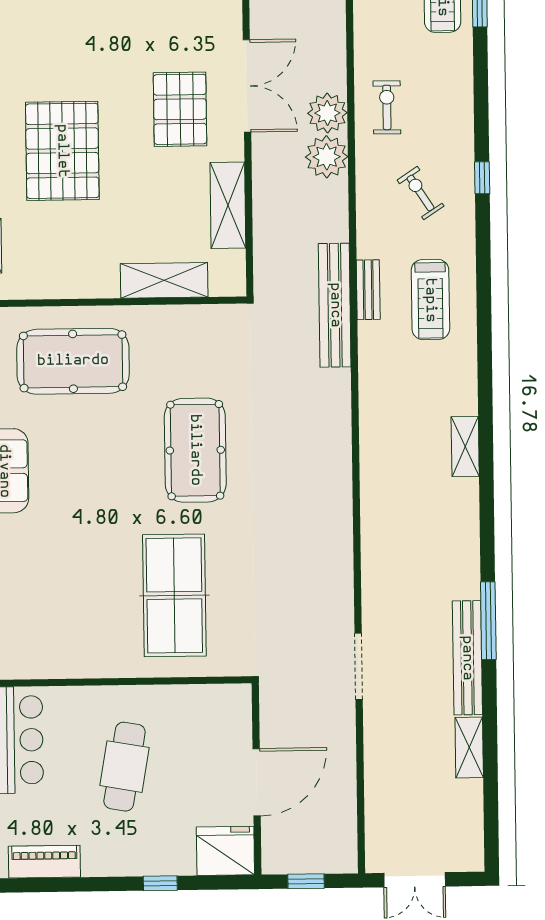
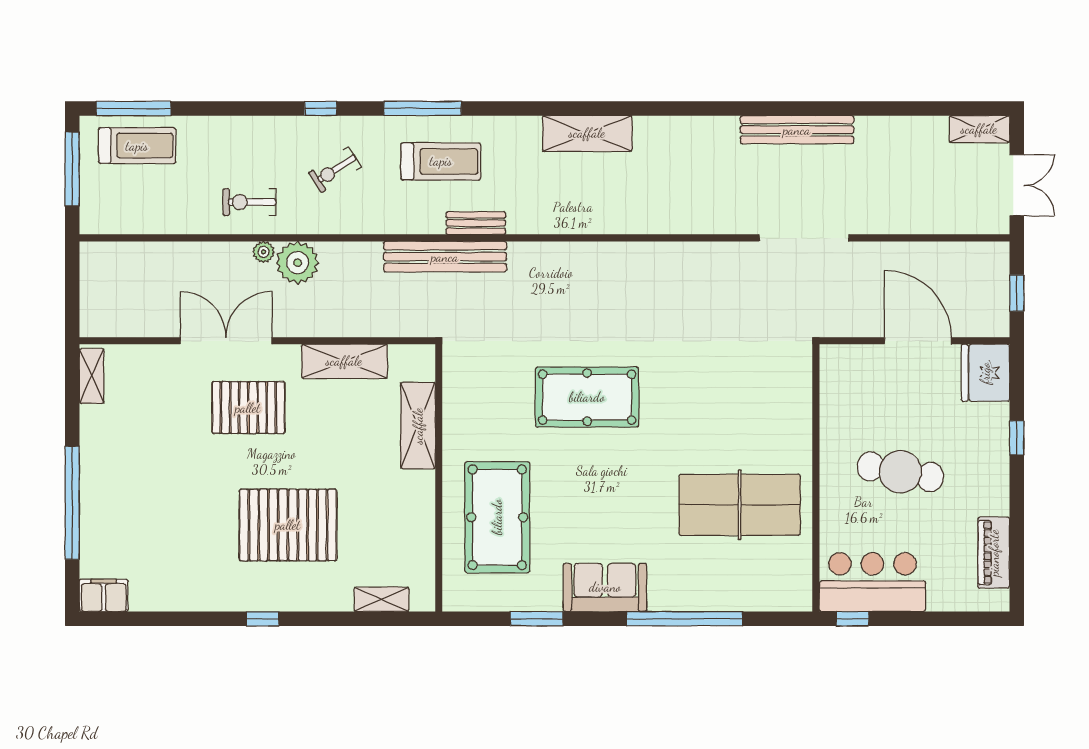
plant: (327, 113) -> (263, 252), width x0.53, depth x0.53
bench: (368, 290) -> (476, 223), moved
shelving: (465, 446) -> (587, 133), width x1.50, depth x1.33
table tennis table: (174, 595) -> (740, 505), moved
window: (488, 621) -> (423, 108), moved
doorway: (359, 666) -> (804, 238), width x1.36
shelving: (469, 748) -> (979, 129), moved

